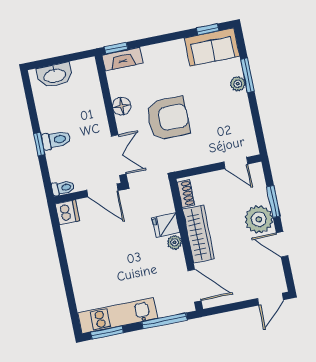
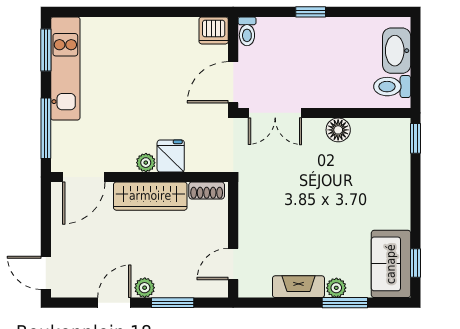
fireplace: (123, 59) -> (298, 287), moved, turned 90
armchair: (168, 118) -> (310, 187), removed
toilet: (56, 140) -> (392, 87), moved, turned 90
plant: (259, 219) -> (145, 288), width x0.53, depth x0.53

